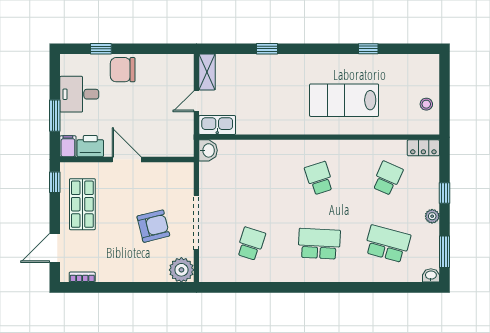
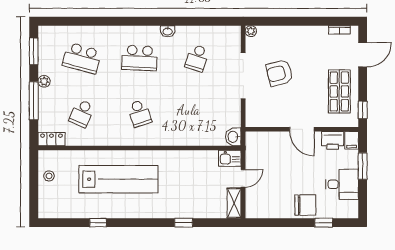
lab bench: (344, 100) -> (118, 179), width x1.36
kitchen sink: (217, 125) -> (230, 158), width x0.73
window: (444, 193) -> (34, 101), width x2.17
plant: (181, 270) -> (251, 31), width x0.53, depth x0.53
washbasin: (431, 275) -> (168, 31), moved

